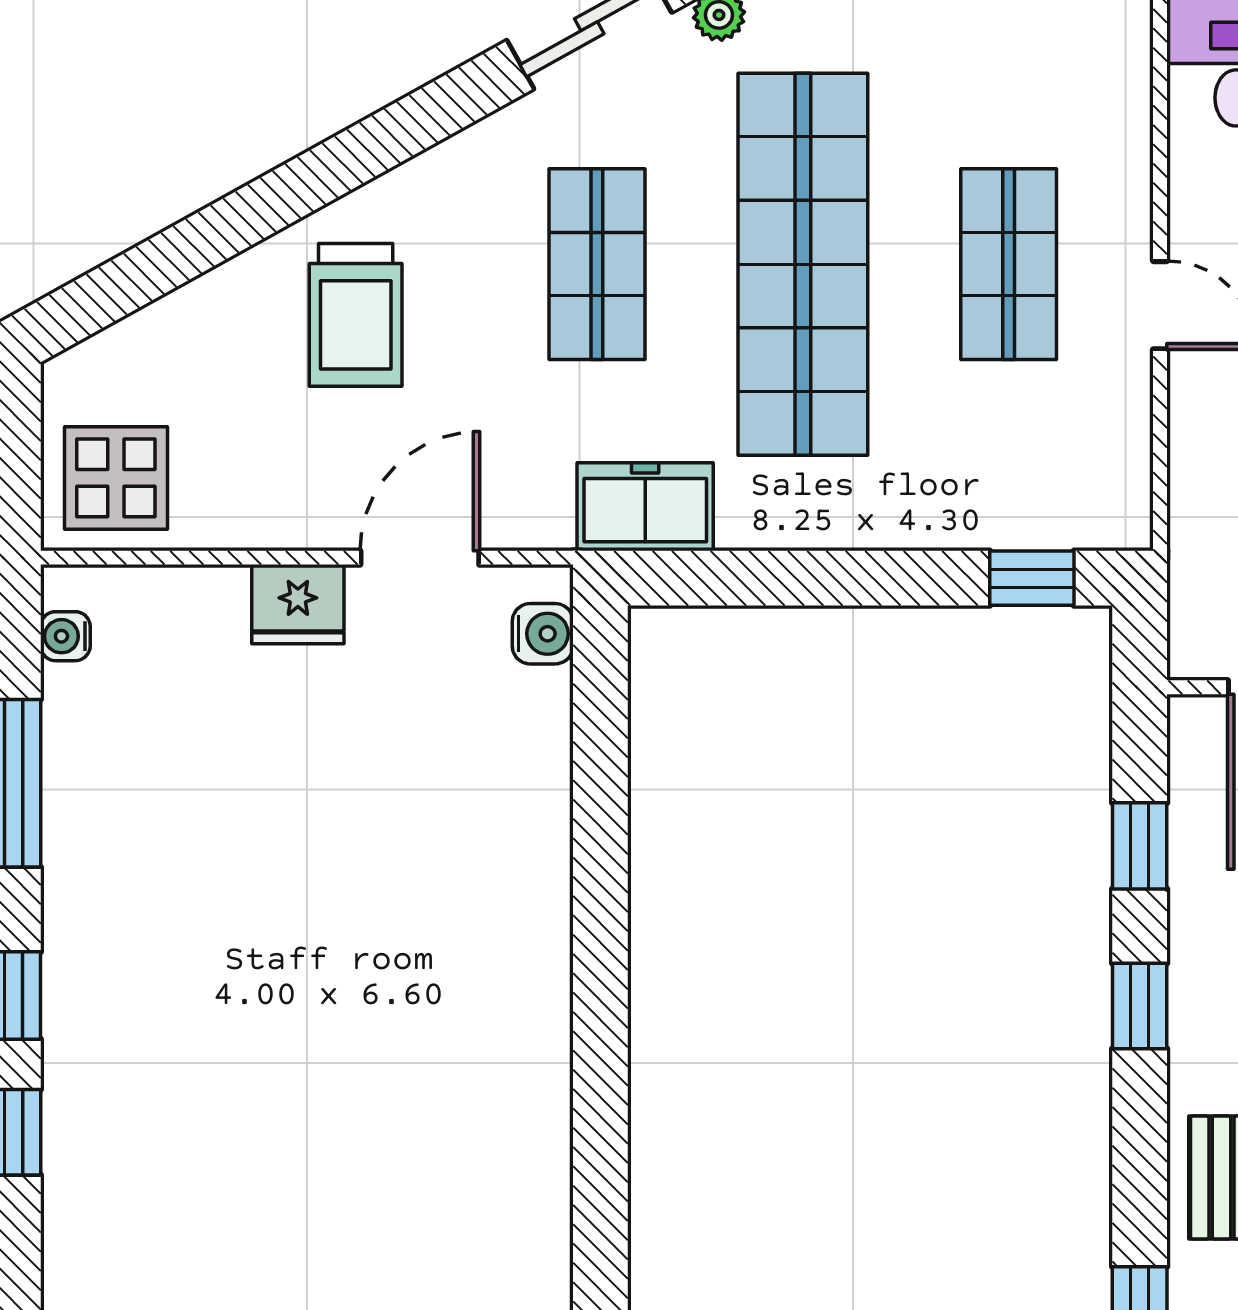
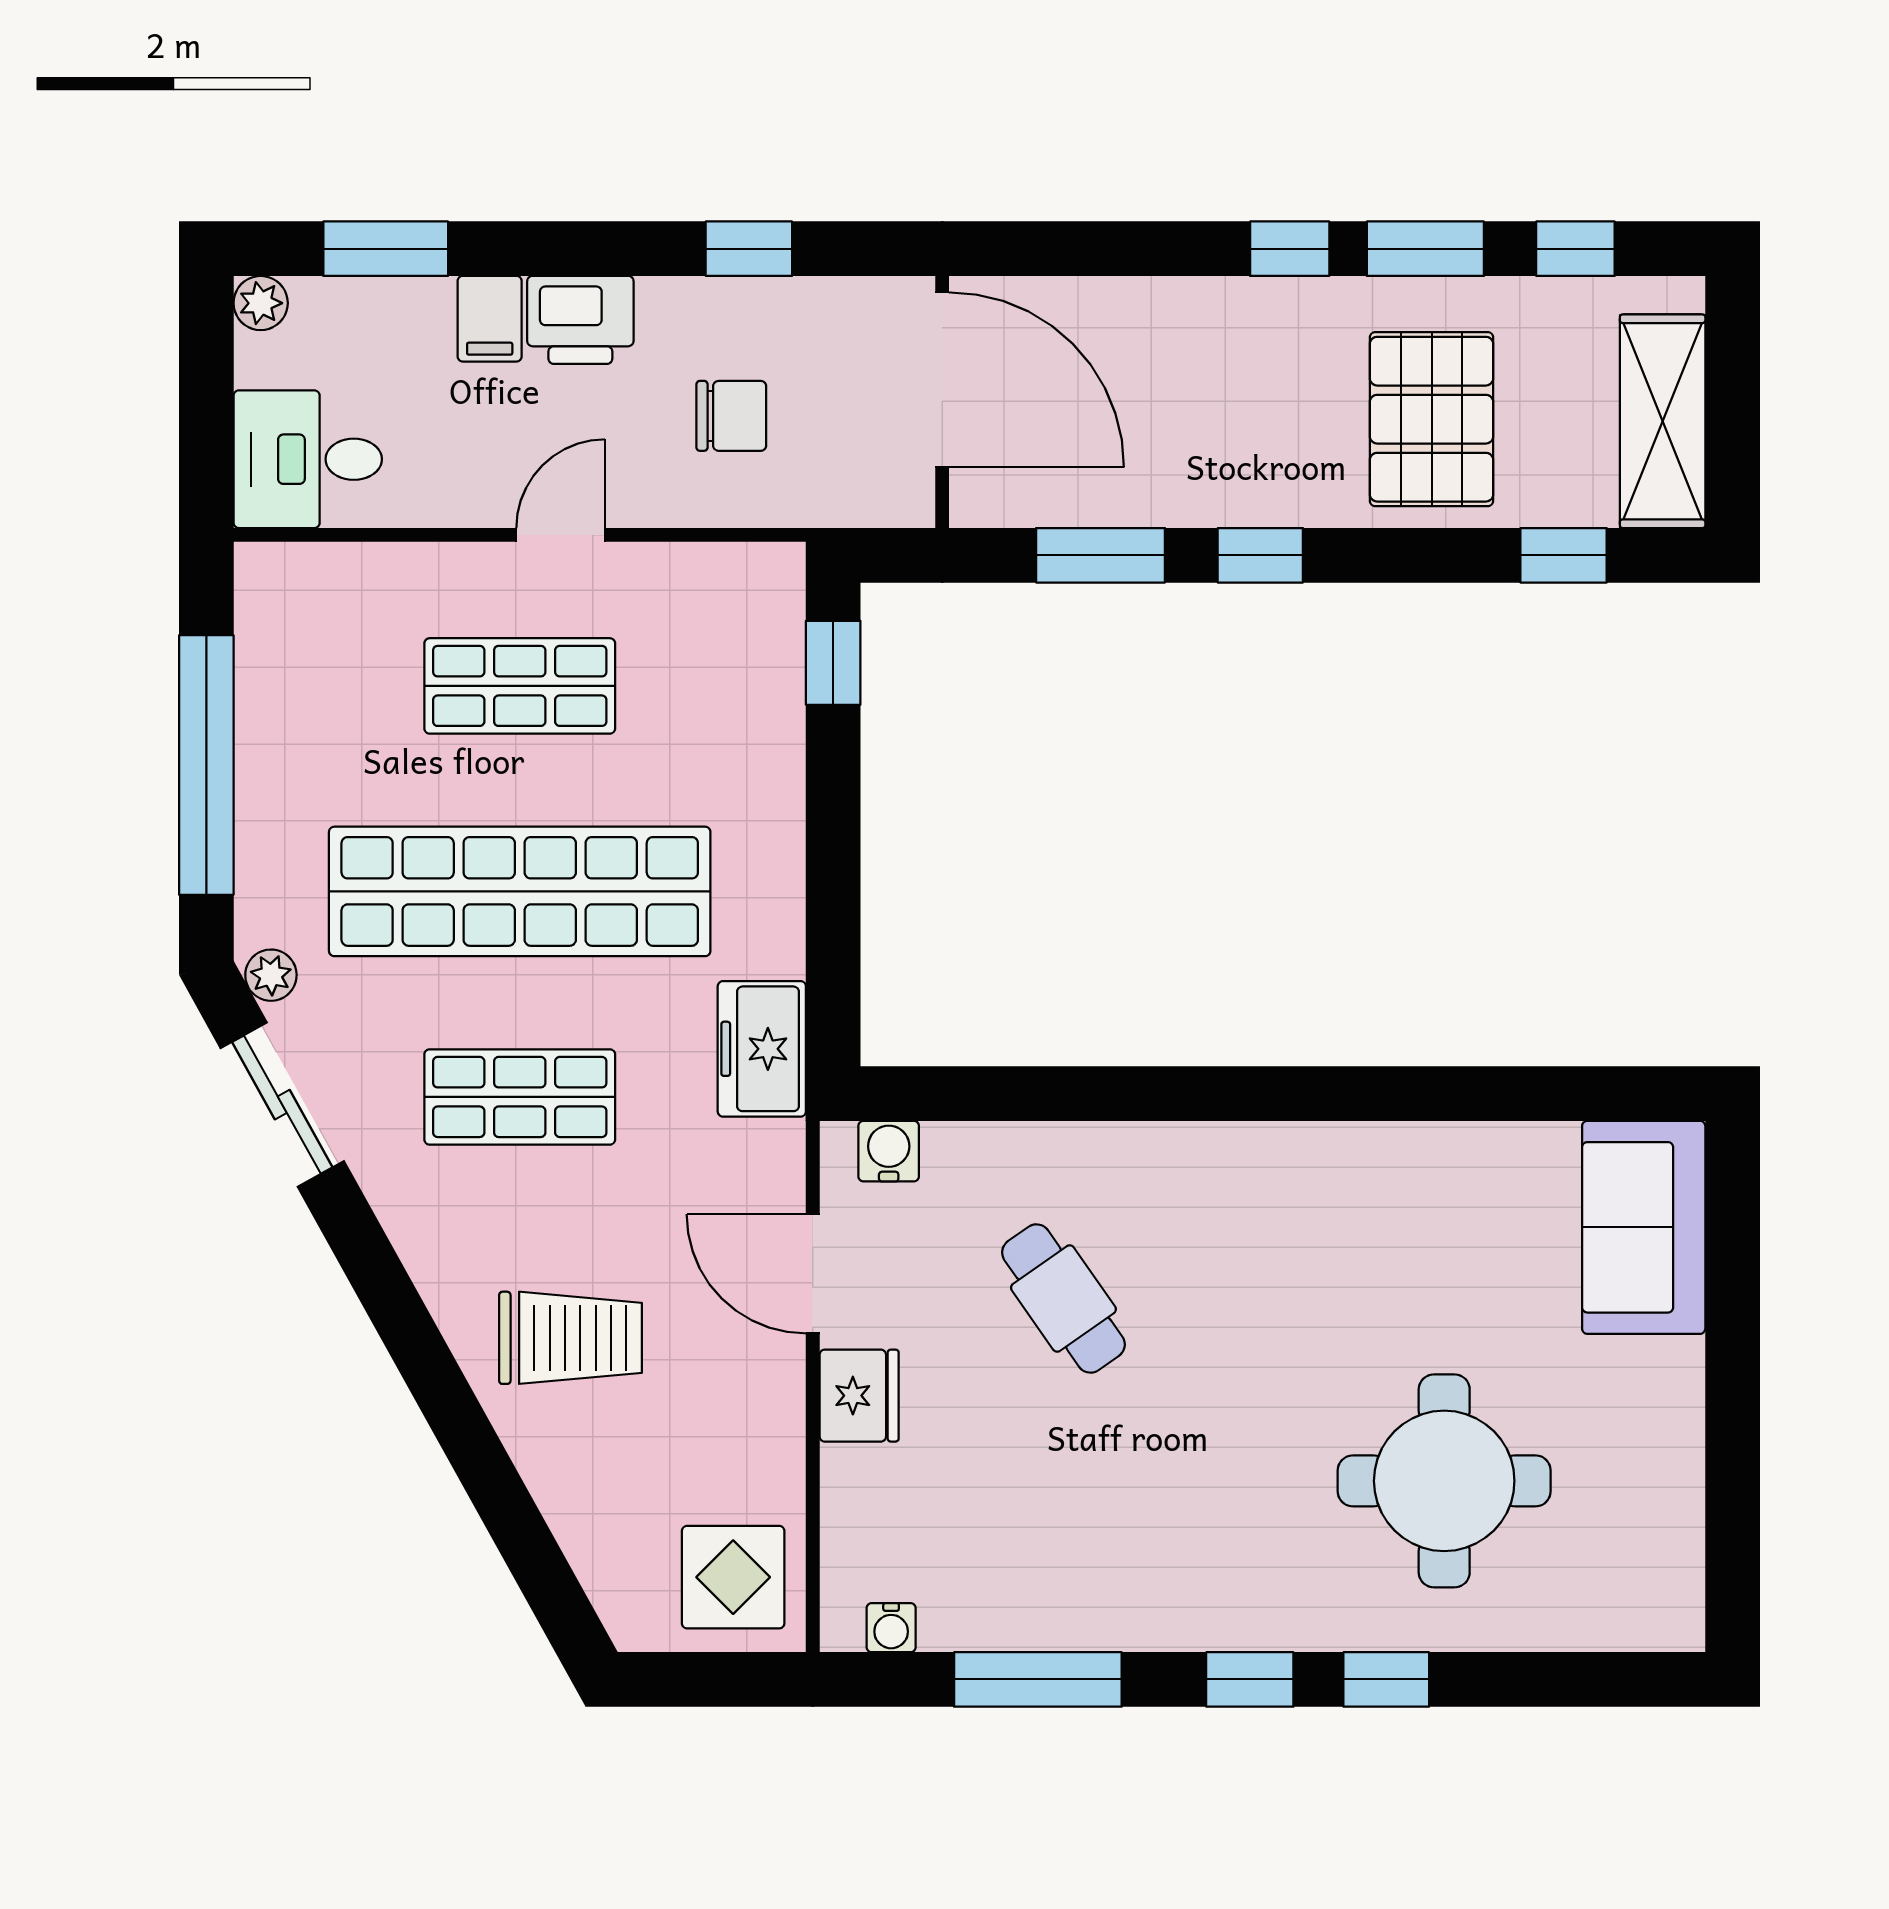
cafe table: (395, 809) -> (1063, 1299), added
window: (1140, 846) -> (1100, 555), width x1.50
round table: (212, 1190) -> (1444, 1481), added

